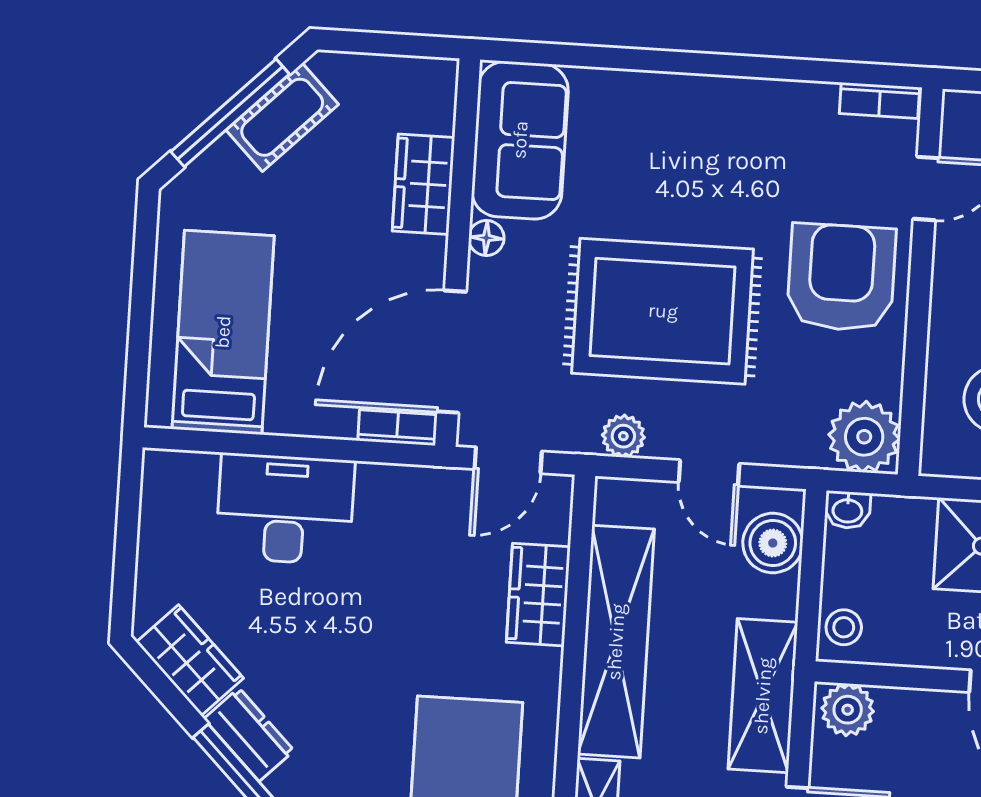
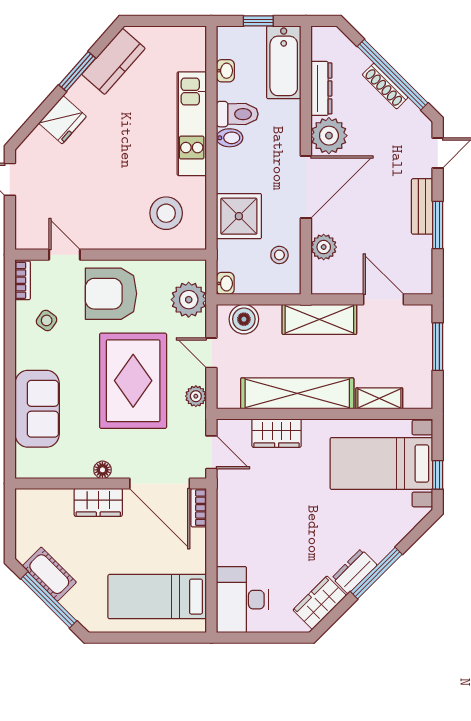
sofa: (520, 140) -> (37, 409), moved, turned 90
side table: (795, 144) -> (47, 320), added
wardrobe: (424, 184) -> (98, 502), moved
plant: (864, 437) -> (189, 300), moved
door: (709, 473) -> (211, 353), swing flipped
desk: (285, 509) -> (242, 600), moved
stool: (844, 627) -> (279, 255), moved
plant: (848, 710) -> (324, 247), moved

